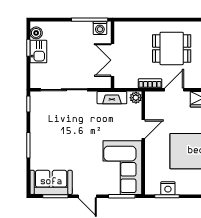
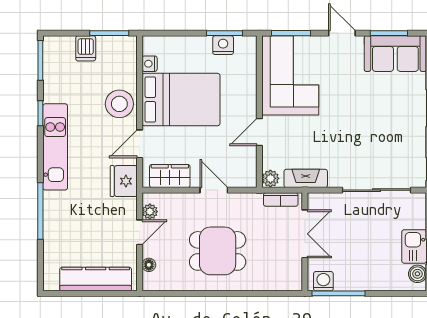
bookcase: (150, 83) -> (281, 200), moved
door: (174, 90) -> (214, 190), swing flipped

